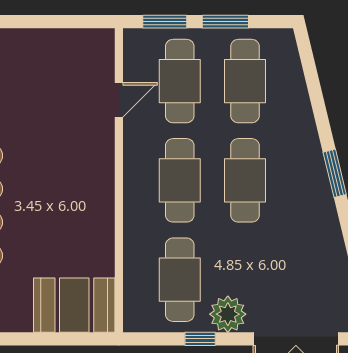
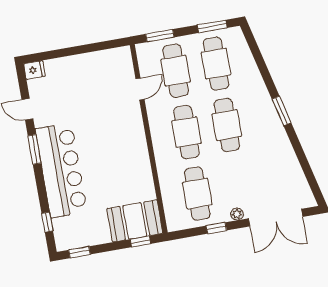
window: (225, 22) -> (212, 26), moved
plant: (228, 314) -> (237, 214), width x0.53, depth x0.53
window: (78, 339) -> (140, 241), added

